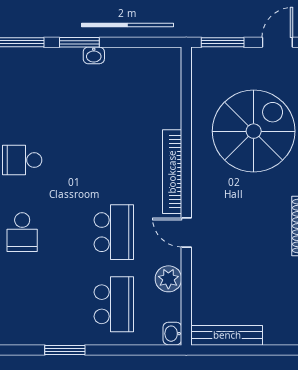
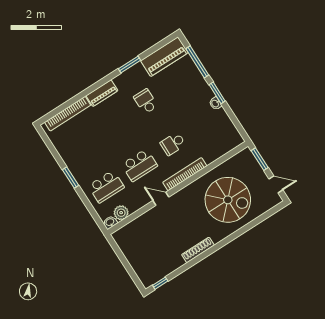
school desk: (22, 232) -> (173, 144), moved
door: (186, 232) -> (161, 199), hinge flipped
plant: (168, 279) -> (121, 213), moved
bench: (227, 335) -> (125, 248), removed

